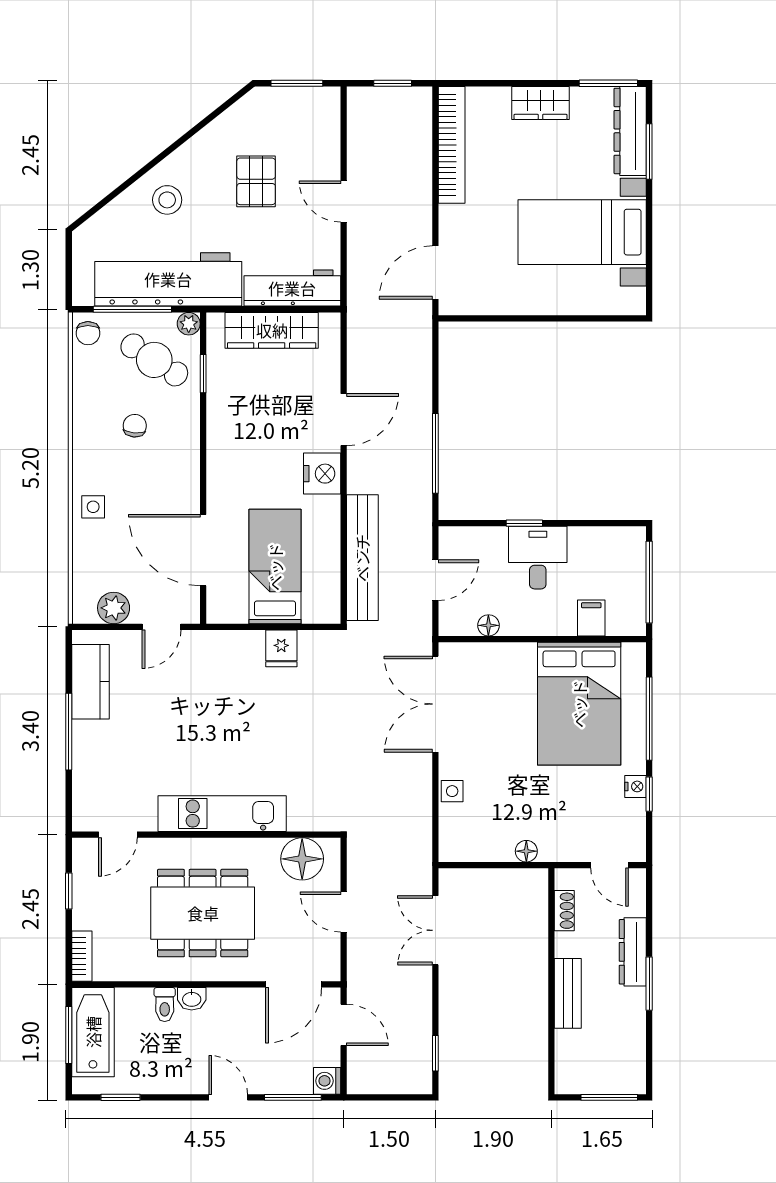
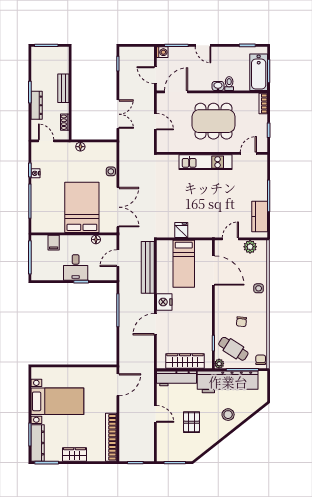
bed: (579, 704) -> (82, 207), moved
floor lamp: (302, 859) -> (173, 143), removed

